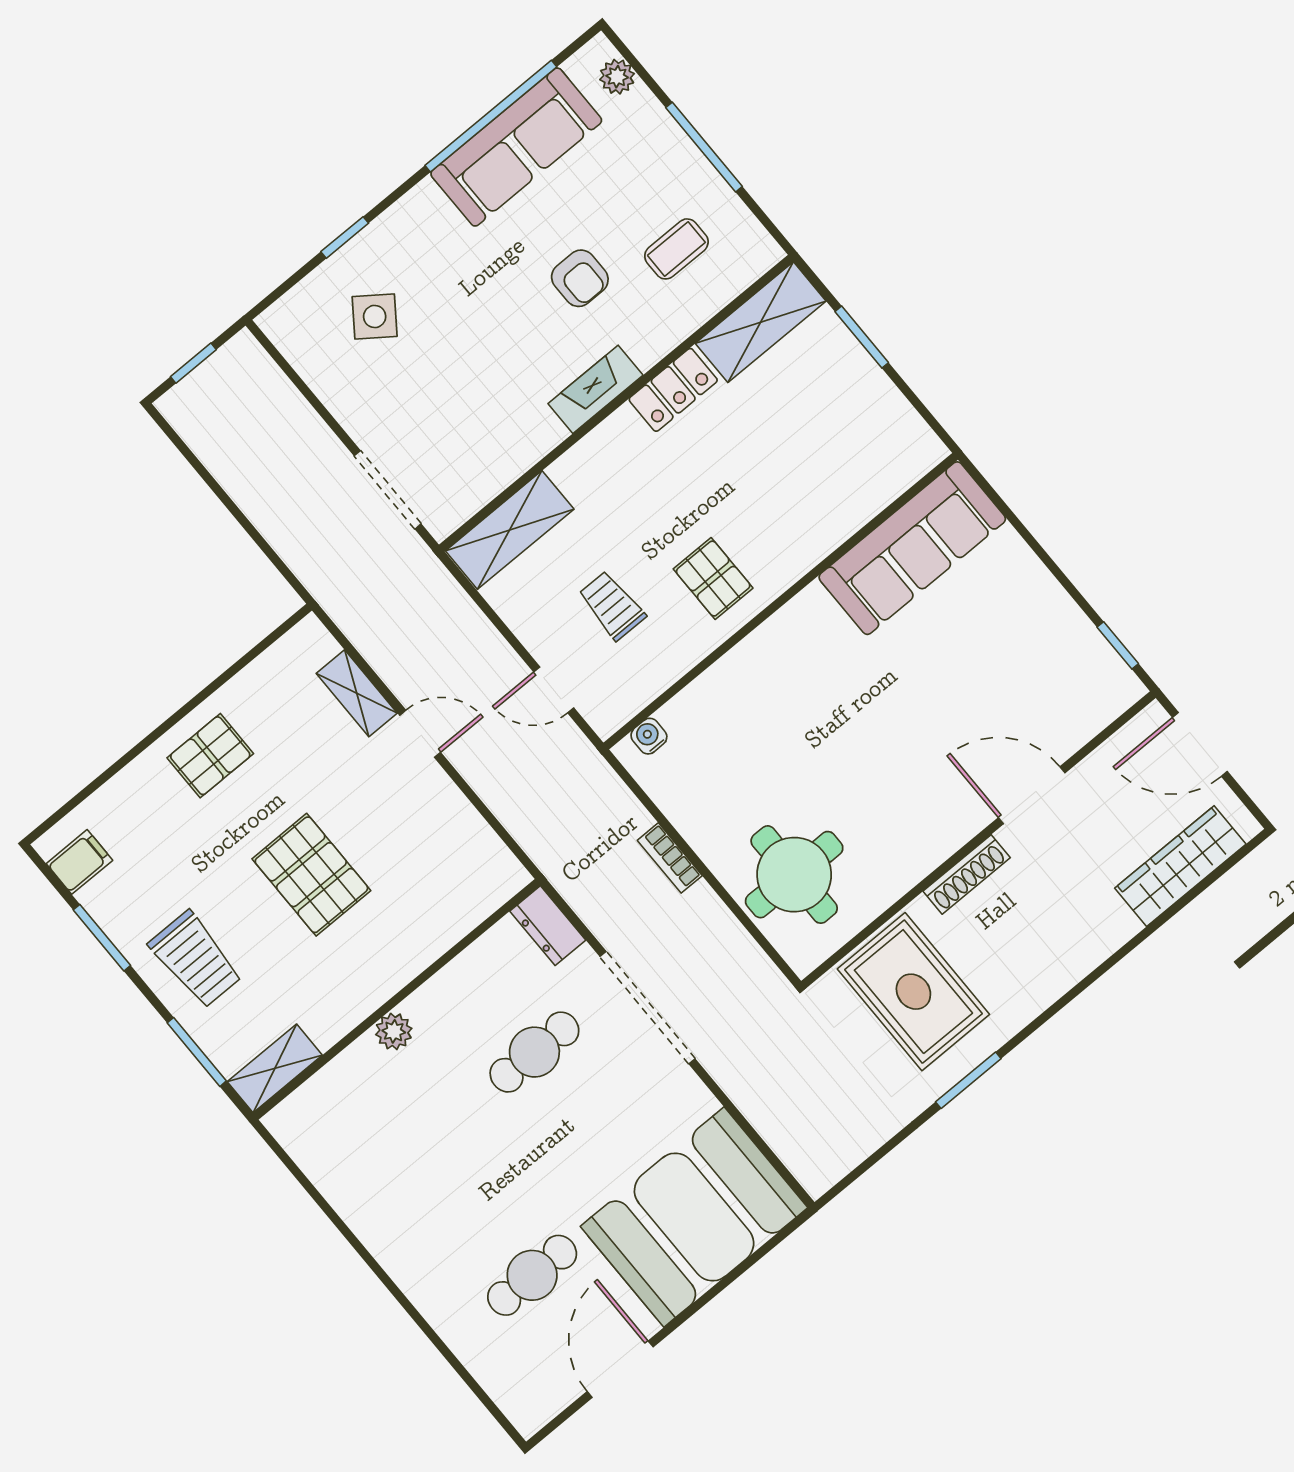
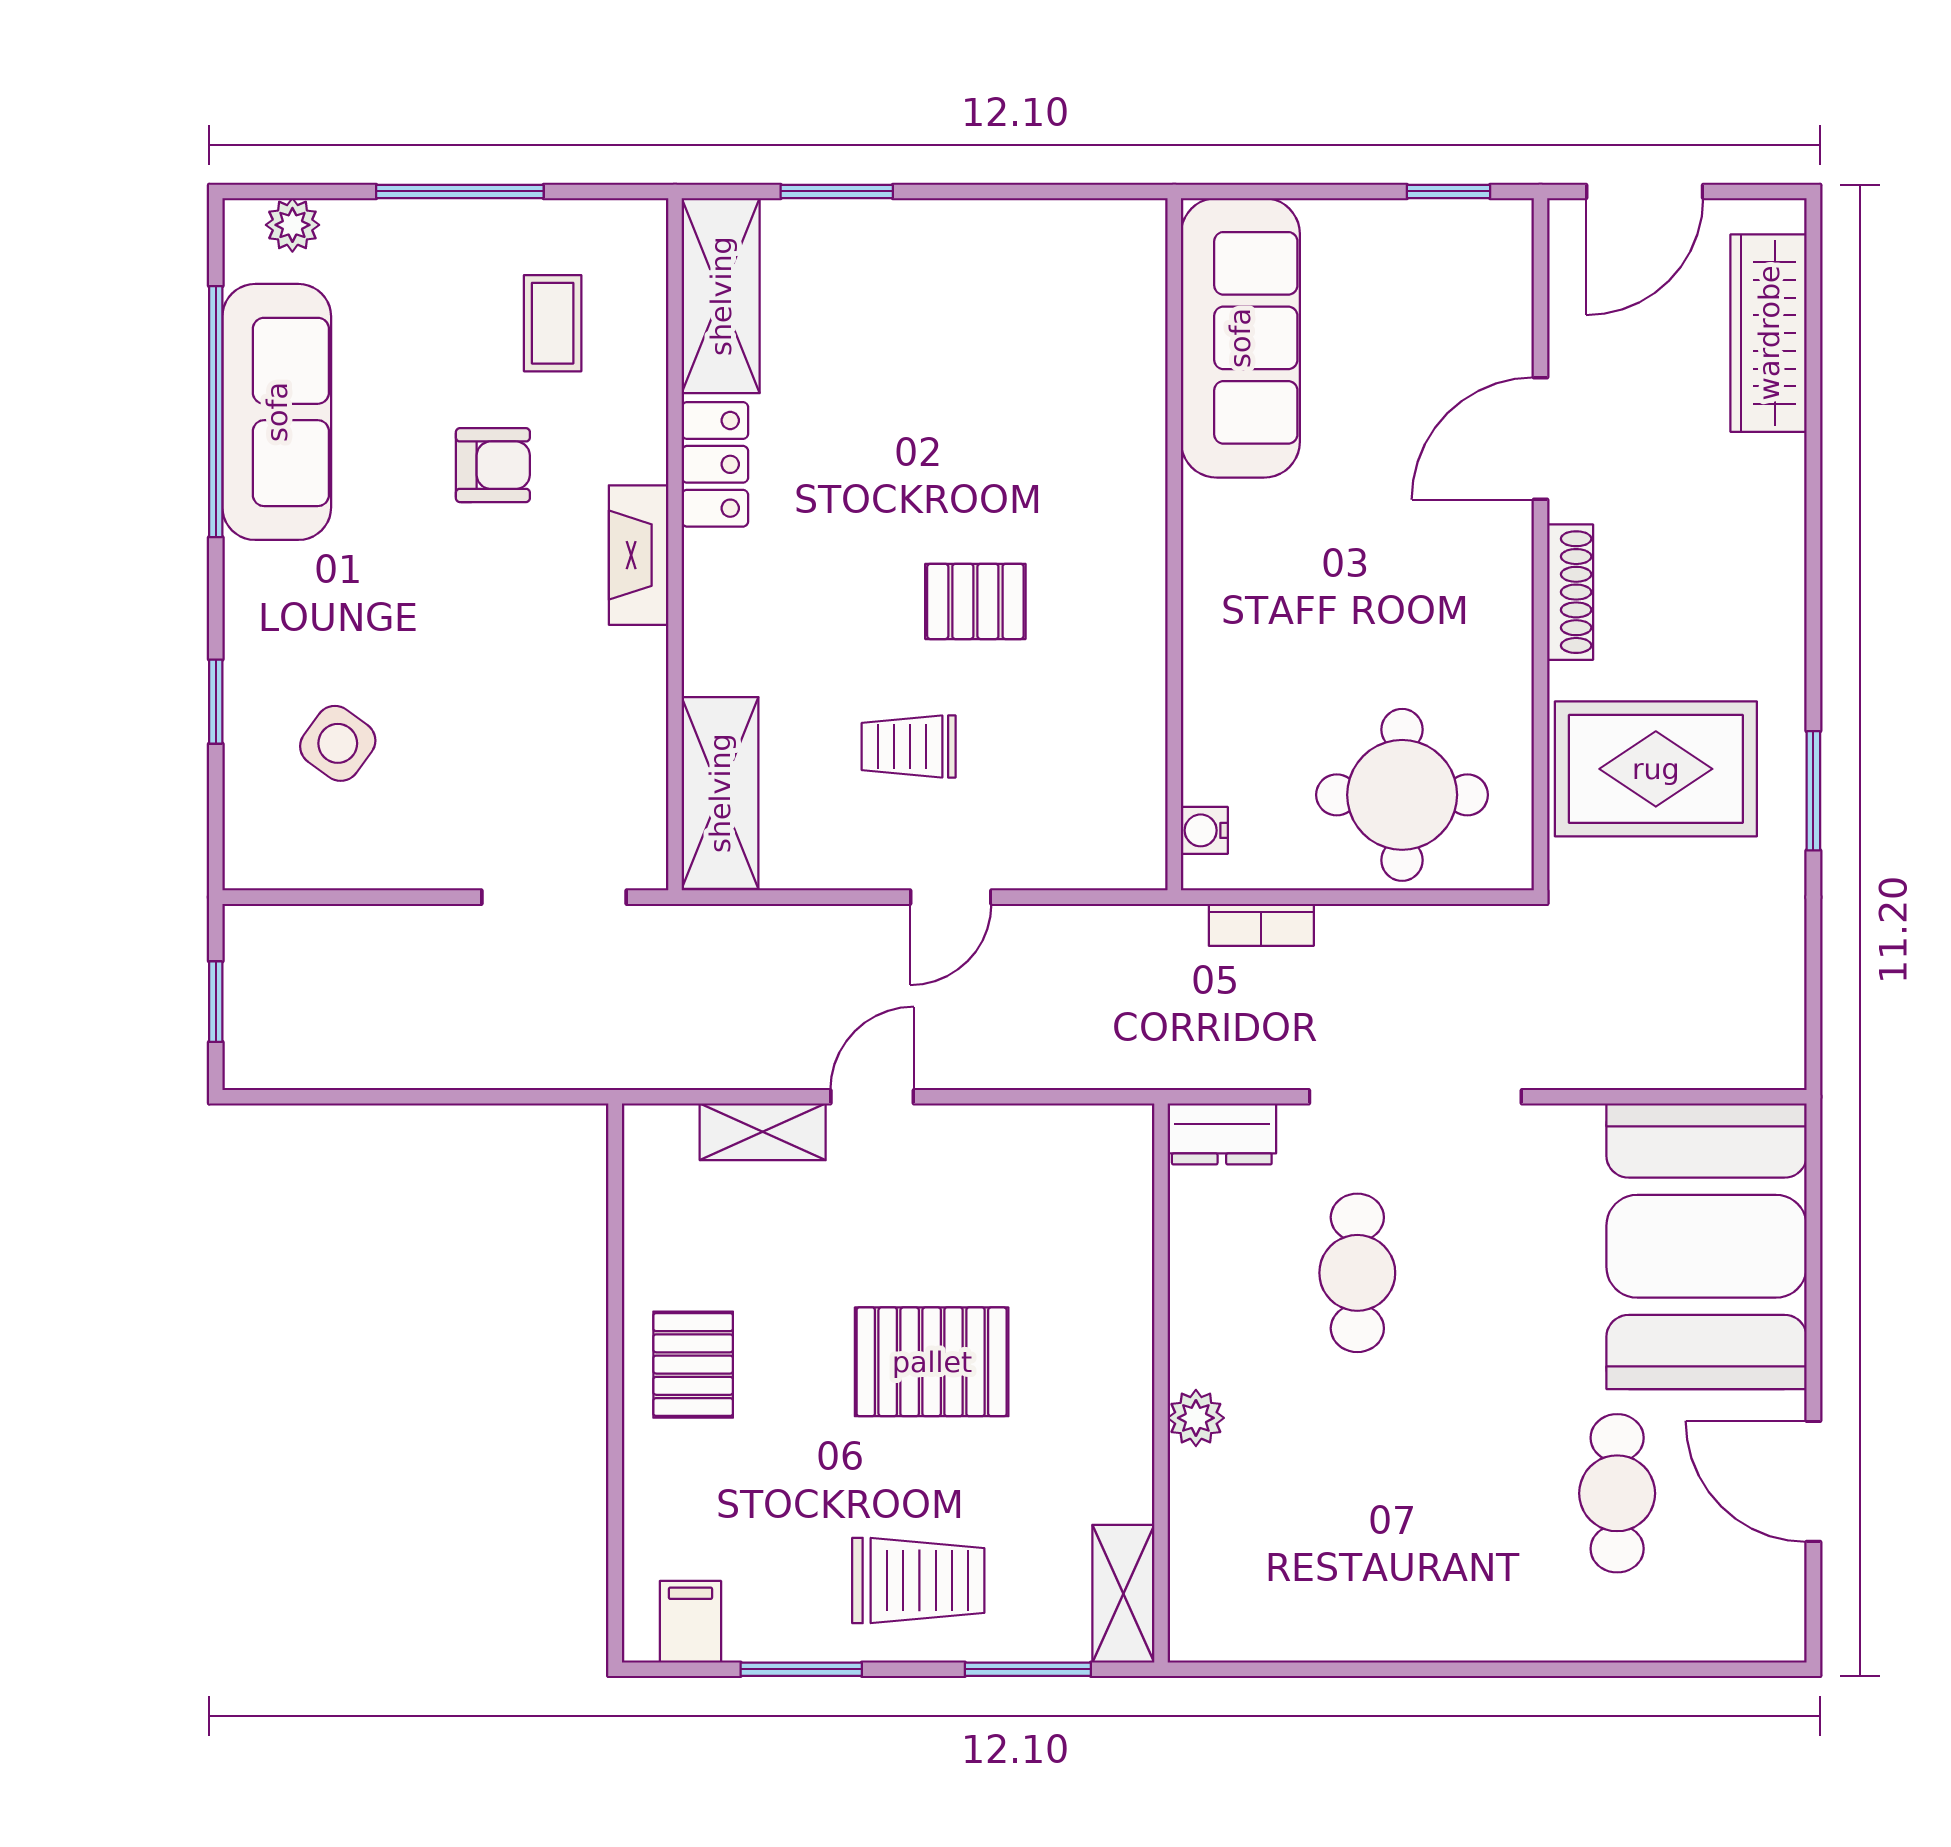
sofa: (912, 548) -> (1240, 338), moved
wall: (781, 601) -> (1174, 544), moved
water cooler: (649, 736) -> (1204, 830), moved

